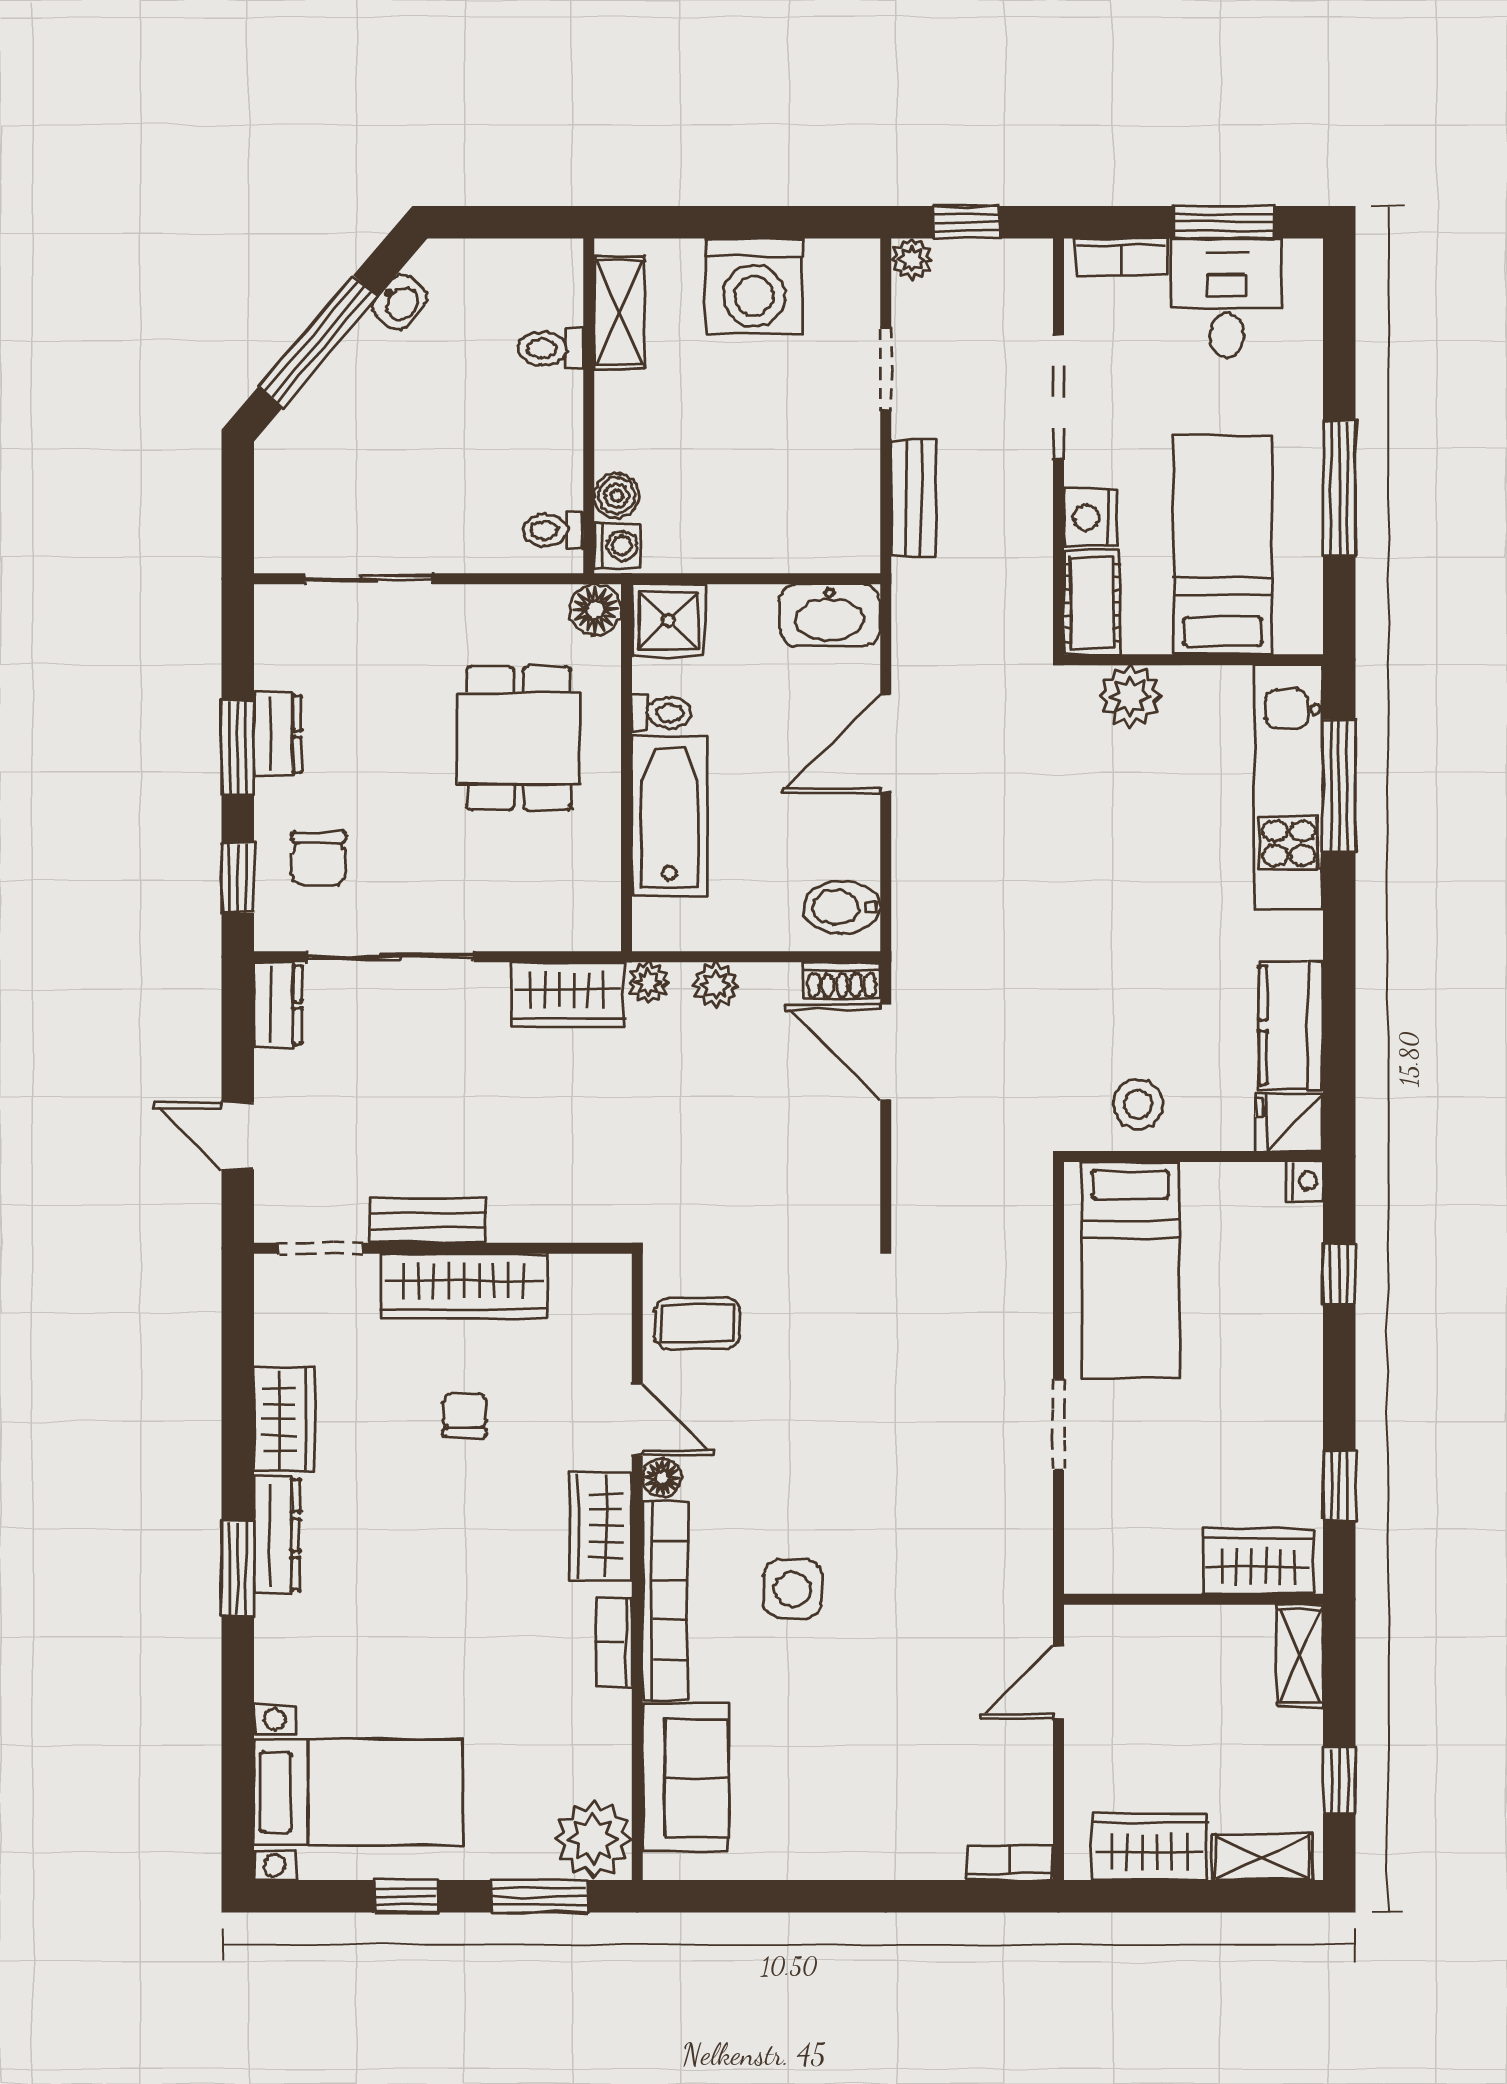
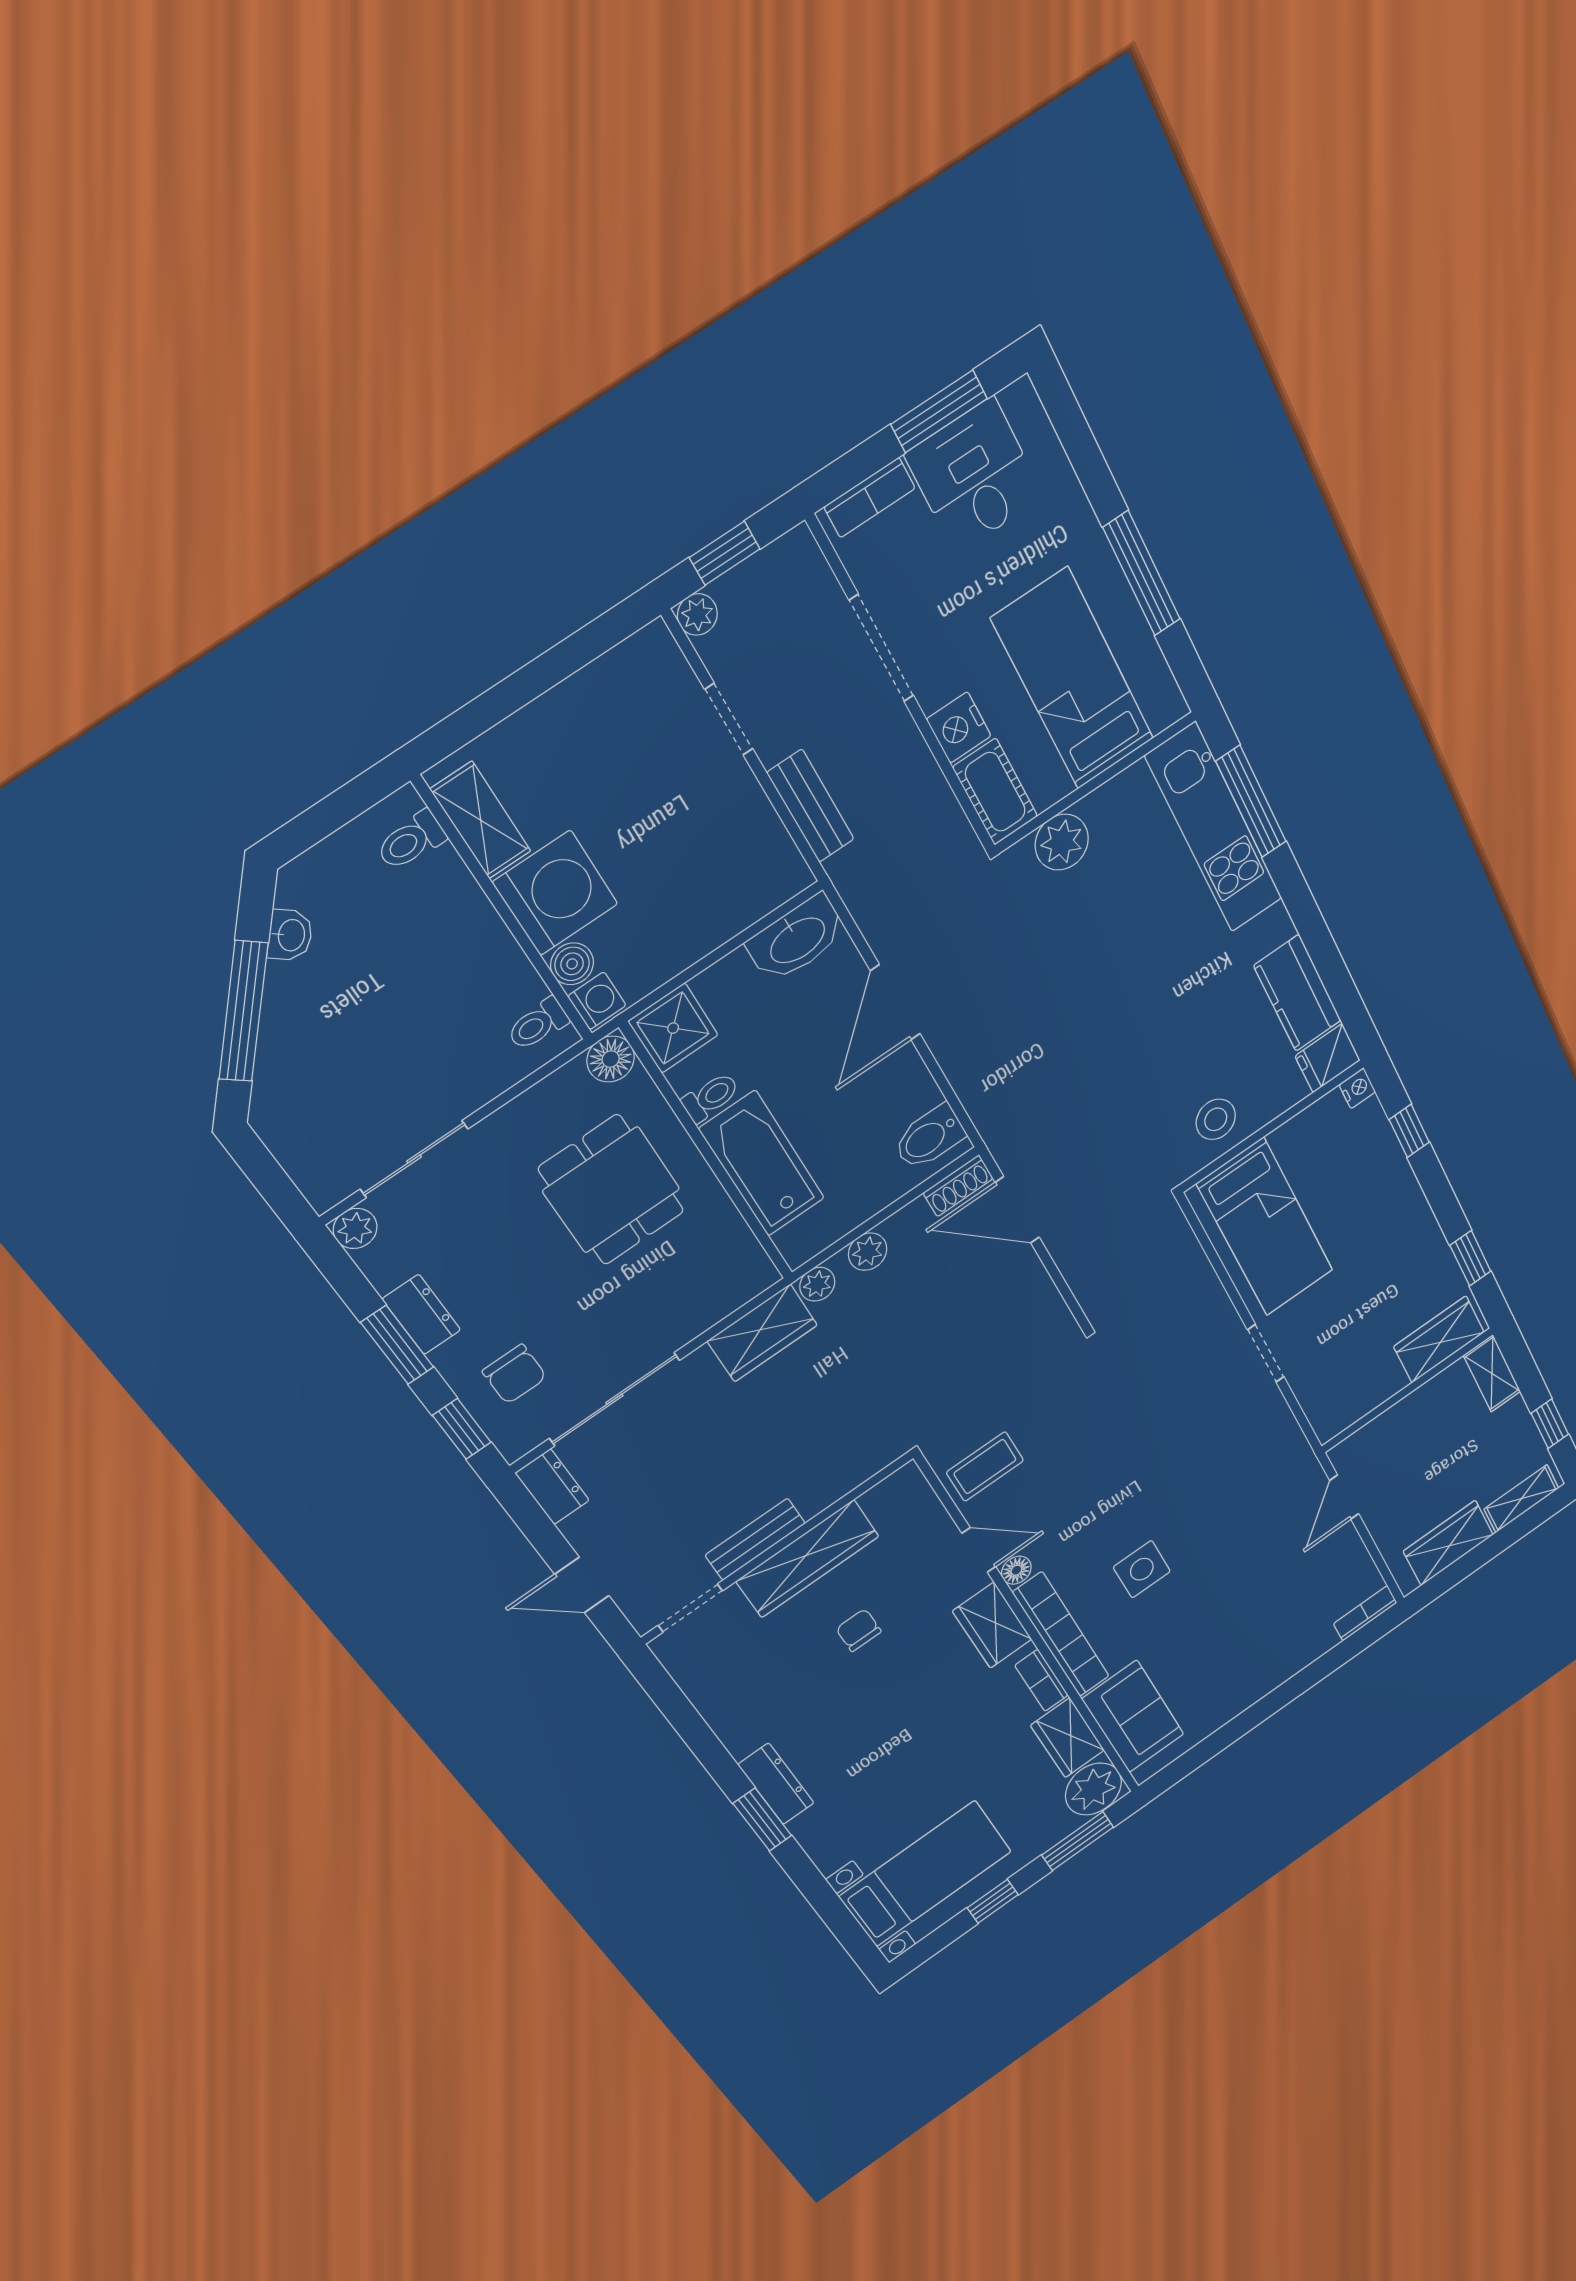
washing machine: (754, 286) -> (555, 893), moved, turned -90
toilet: (551, 348) -> (411, 841), moved
plant: (277, 607) -> (355, 1228), added
wardrobe: (284, 1420) -> (1068, 1738), moved, turned 180

